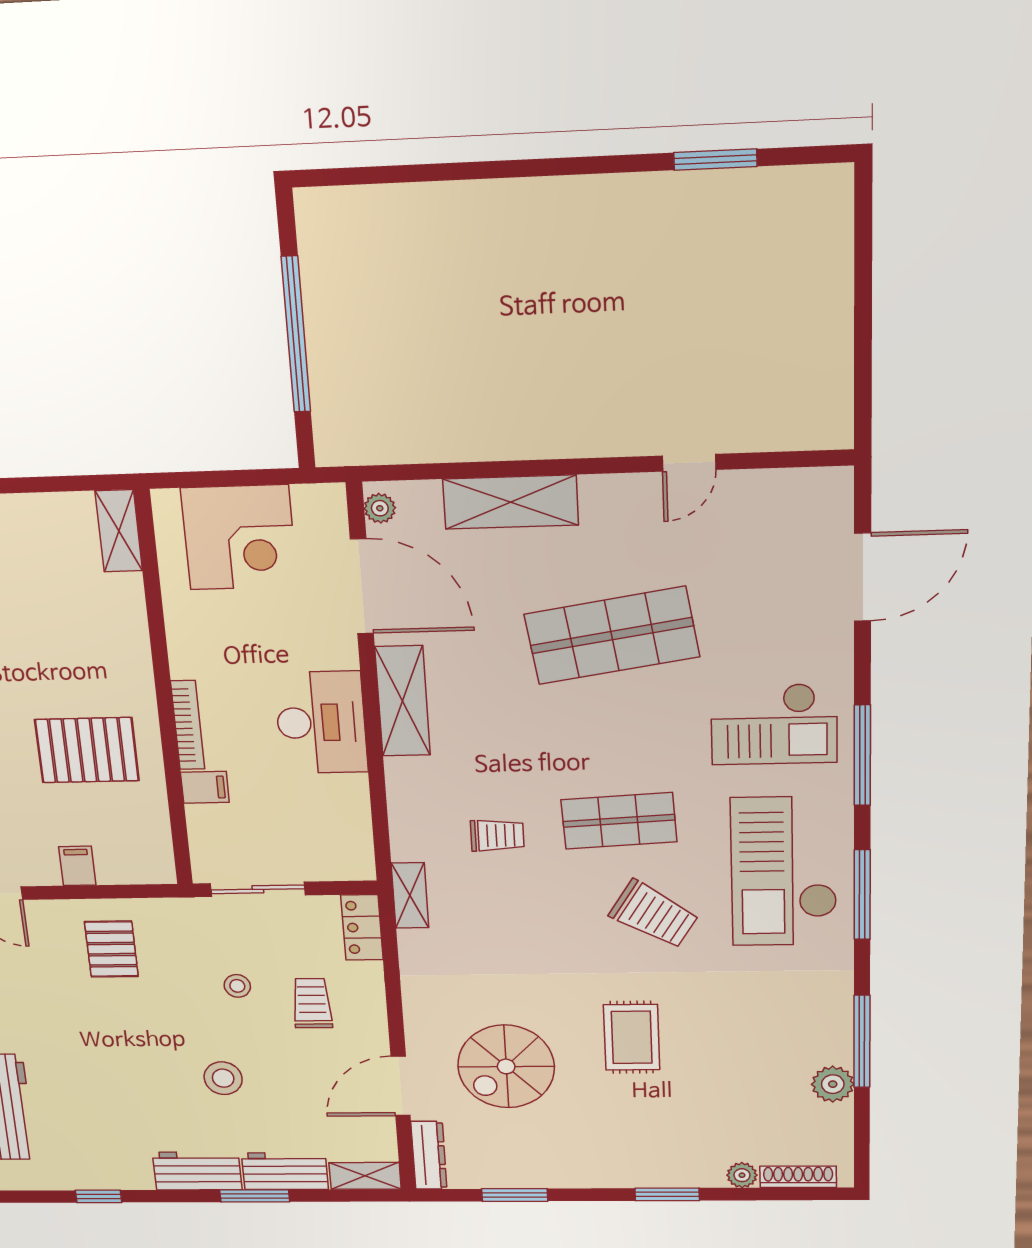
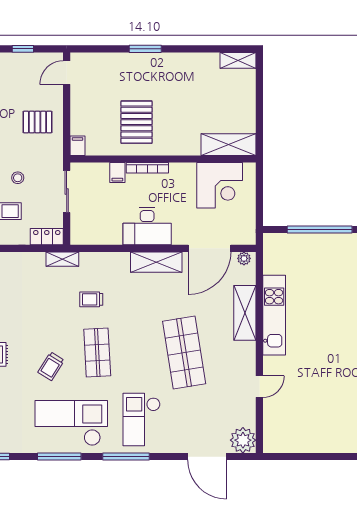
kitchen unit: (512, 435) -> (274, 315), added
door: (689, 463) -> (259, 387), swing flipped
plant: (822, 496) -> (243, 440), added
shelving: (119, 531) -> (229, 145), width x1.50, depth x1.33
corner desk: (239, 537) -> (220, 185), moved, turned -90
trolley: (497, 836) -> (91, 299), turned 90
filing cabinet: (77, 866) -> (77, 146), moved, turned -90
trolley: (654, 914) -> (51, 366), width x0.73, depth x0.72

